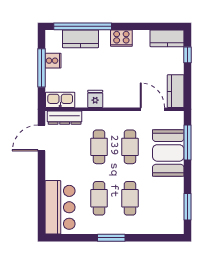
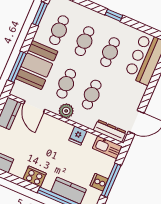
plant: (118, 119) -> (66, 111), added
cafe table: (161, 198) -> (59, 30), added
window: (111, 238) -> (114, 15), width x0.67

